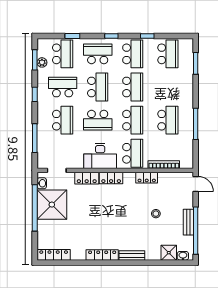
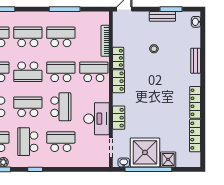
school desk: (133, 87) -> (28, 72), turned 180
school desk: (168, 87) -> (28, 37), added
window: (35, 138) -> (79, 169), removed
desk: (100, 156) -> (97, 119), moved
locker: (111, 178) -> (119, 81), moved
window: (196, 231) -> (171, 9), width x0.47
shower: (169, 253) -> (168, 159), moved
locker: (54, 255) -> (195, 136), moved
bench: (132, 255) -> (196, 61), moved

